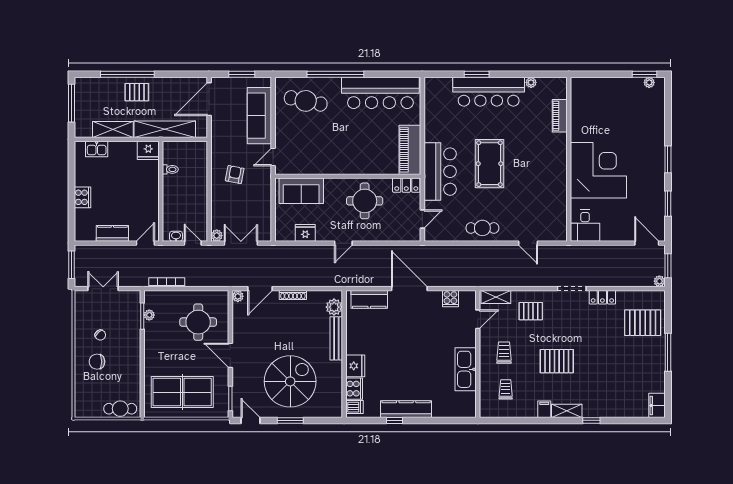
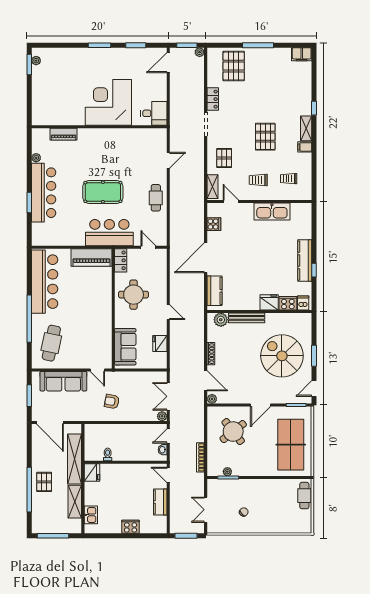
round table: (198, 322) -> (233, 432), turned -38
chair: (97, 362) -> (266, 515), removed

